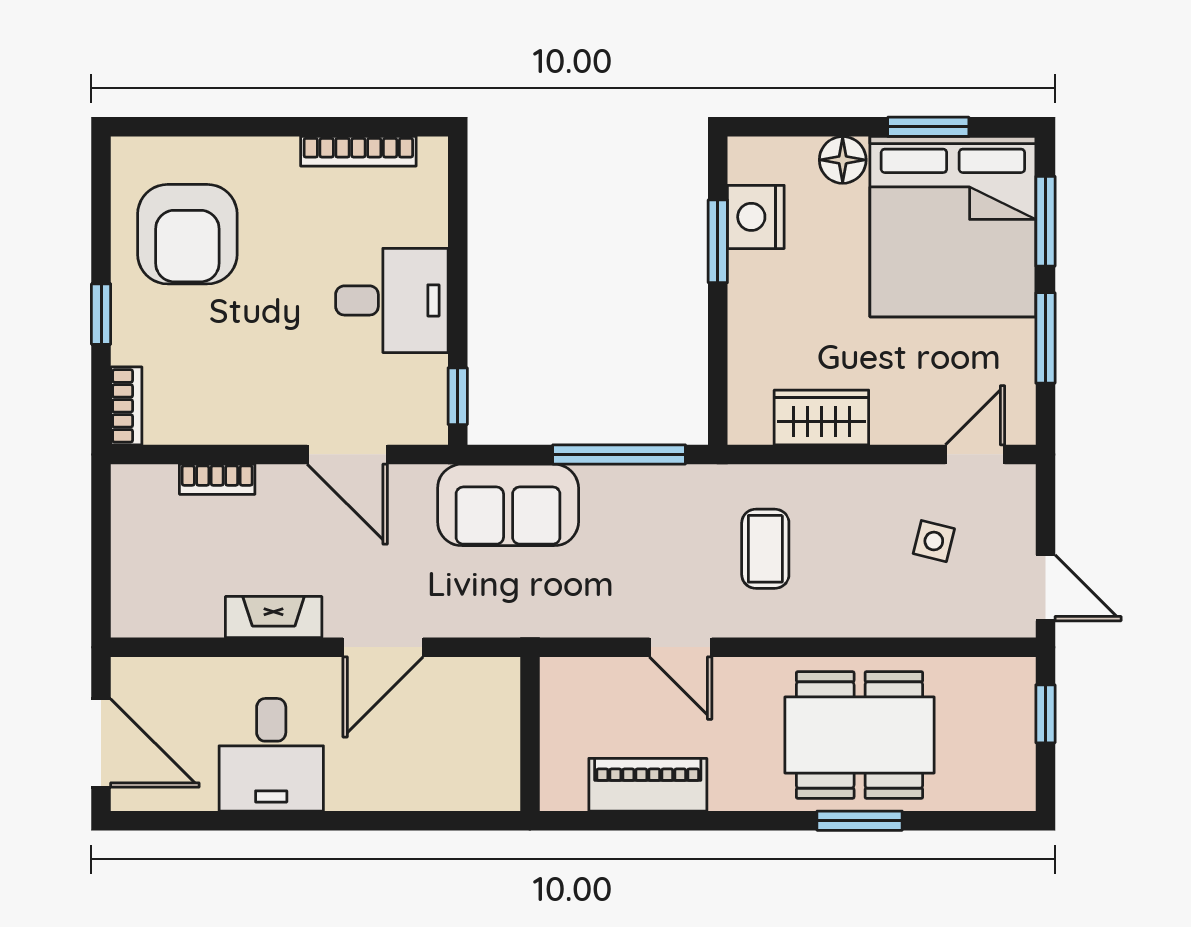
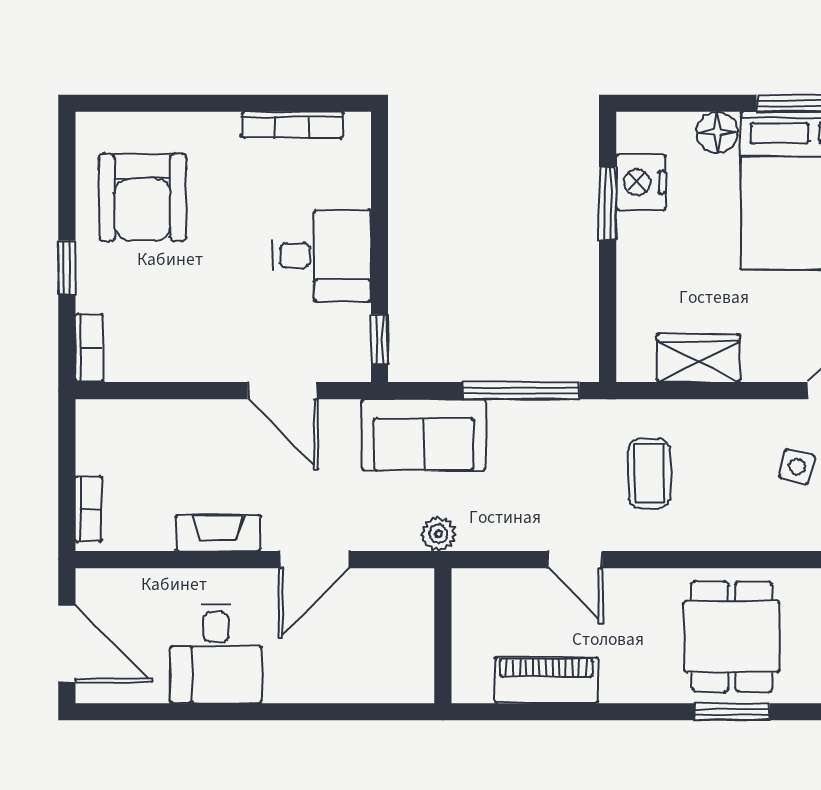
bookcase: (217, 479) -> (89, 509), moved, turned -90
plant: (525, 618) -> (438, 534), added
dining table: (860, 735) -> (732, 637), width x0.73

